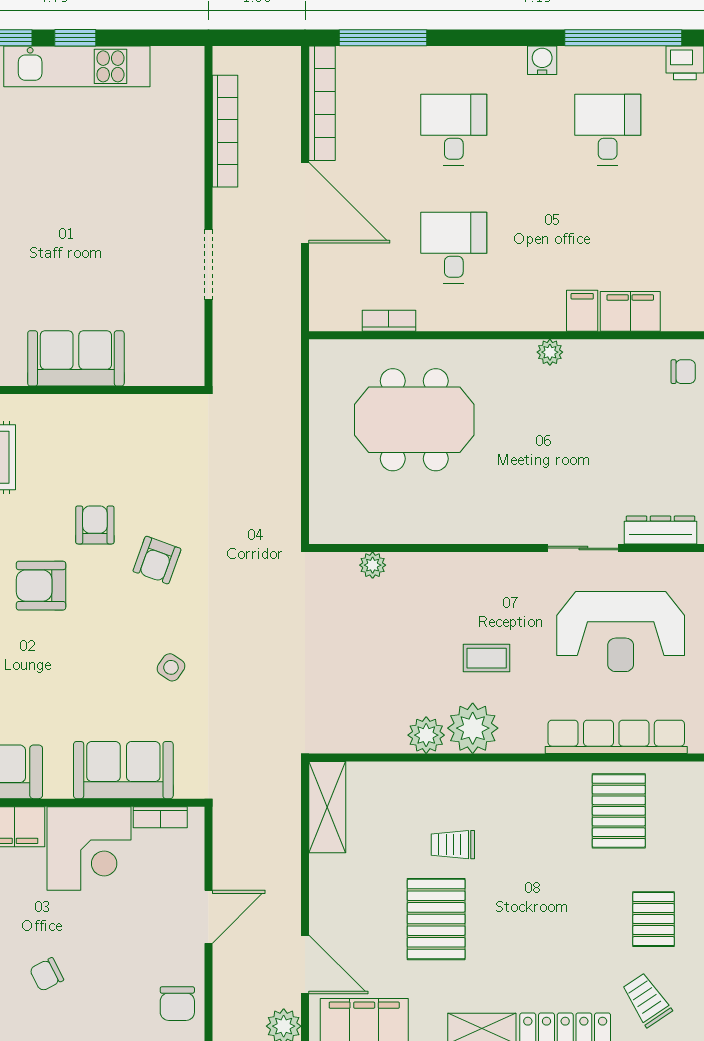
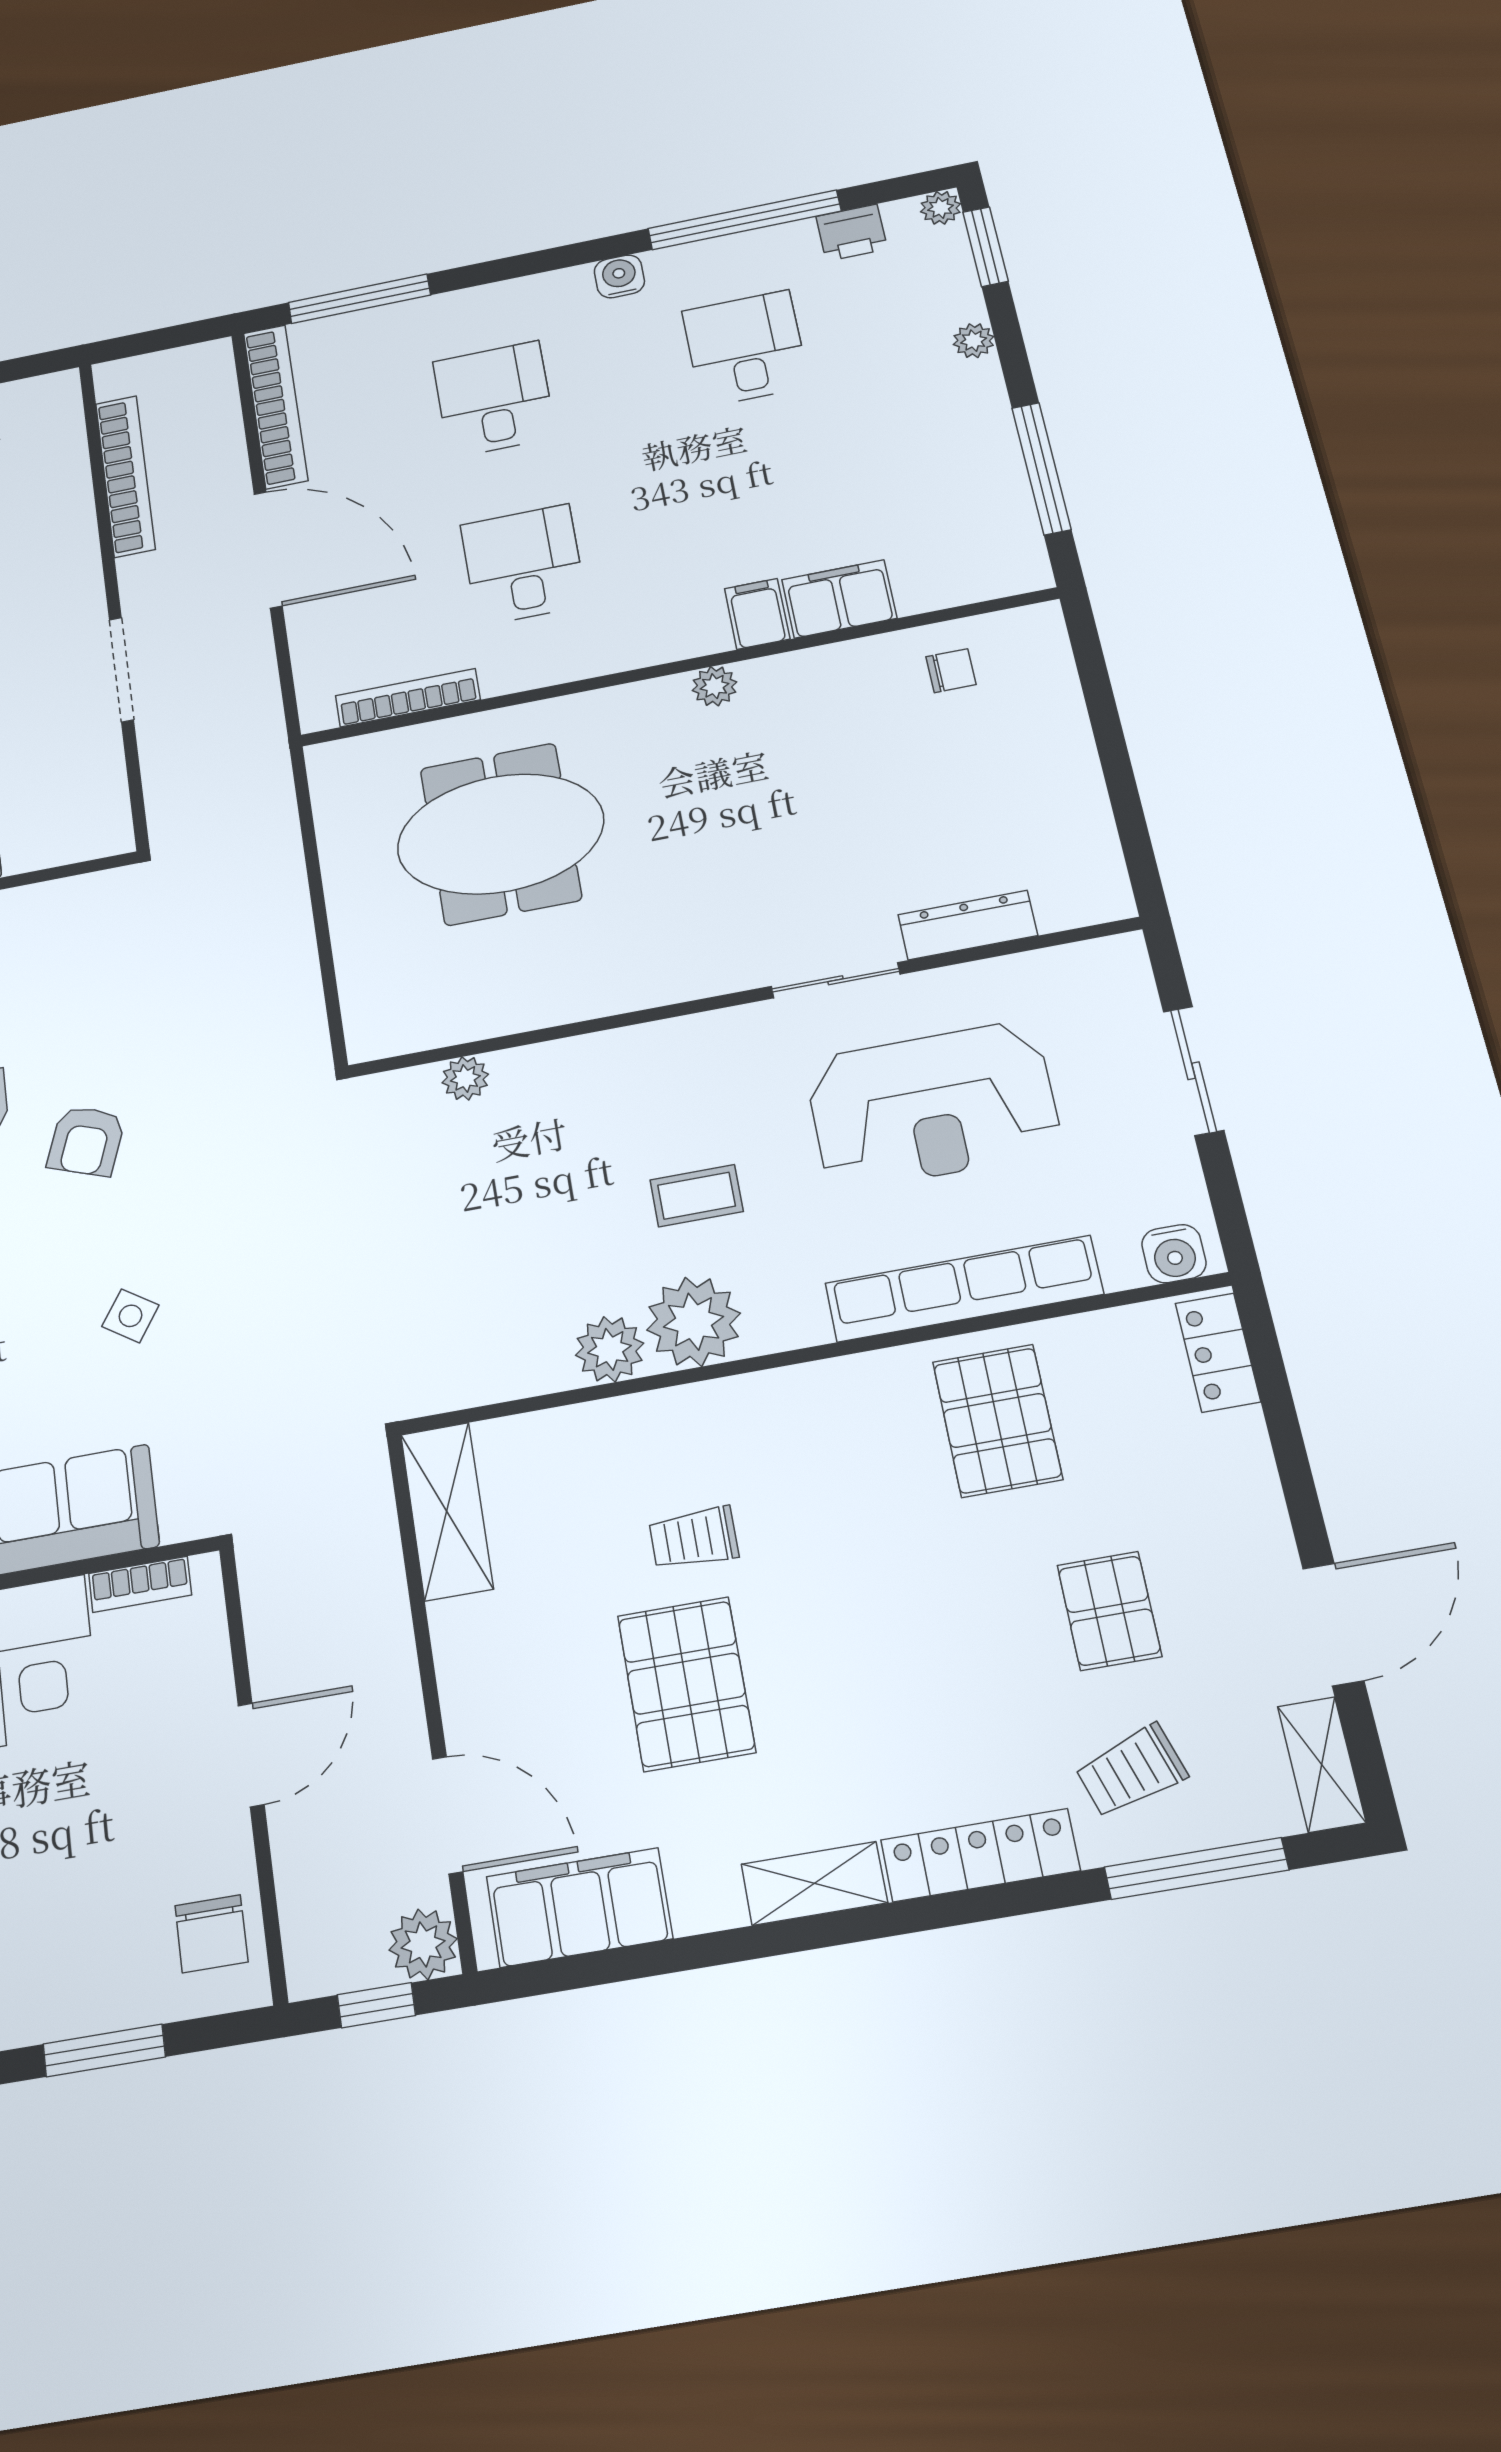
bookcase: (389, 321) -> (408, 698), width x1.56
trolley: (647, 1000) -> (1131, 1771), turned -74

